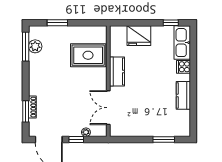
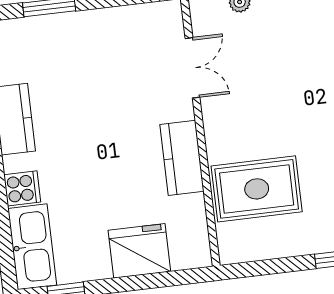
double door: (108, 108) -> (193, 68), width x0.73

